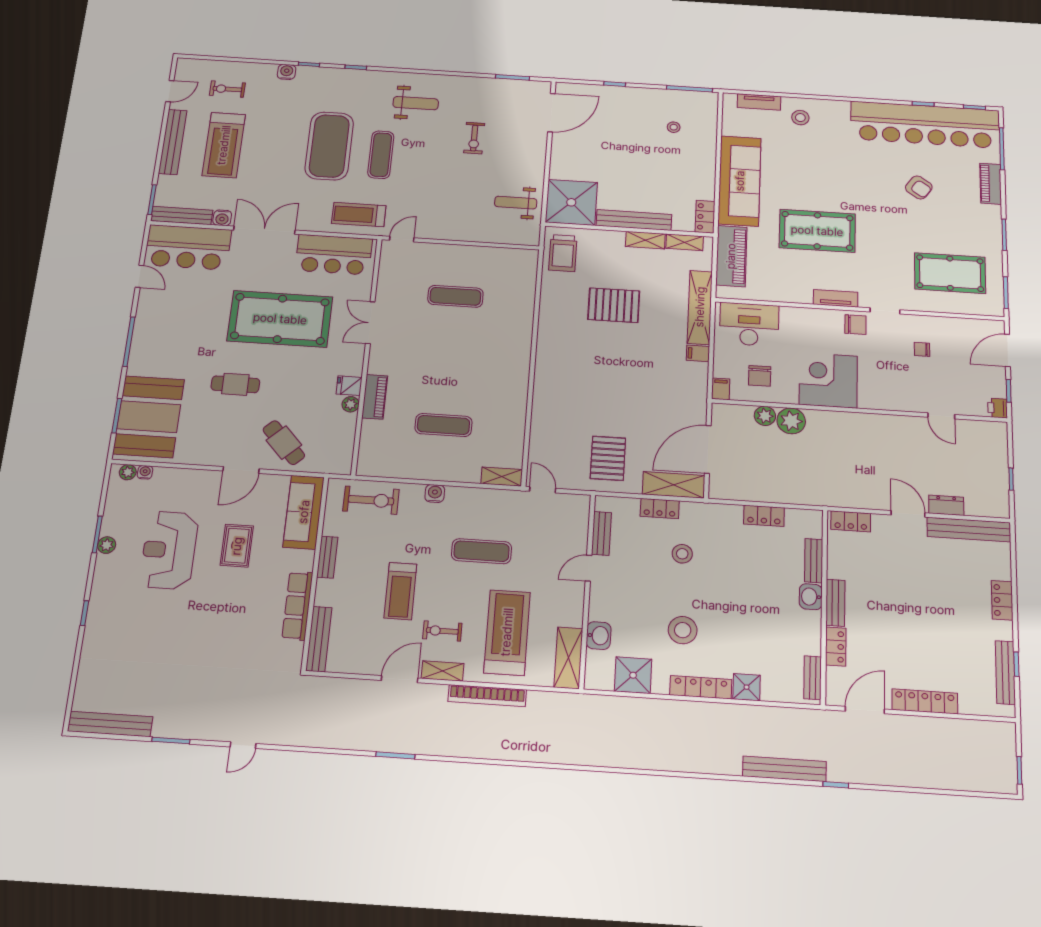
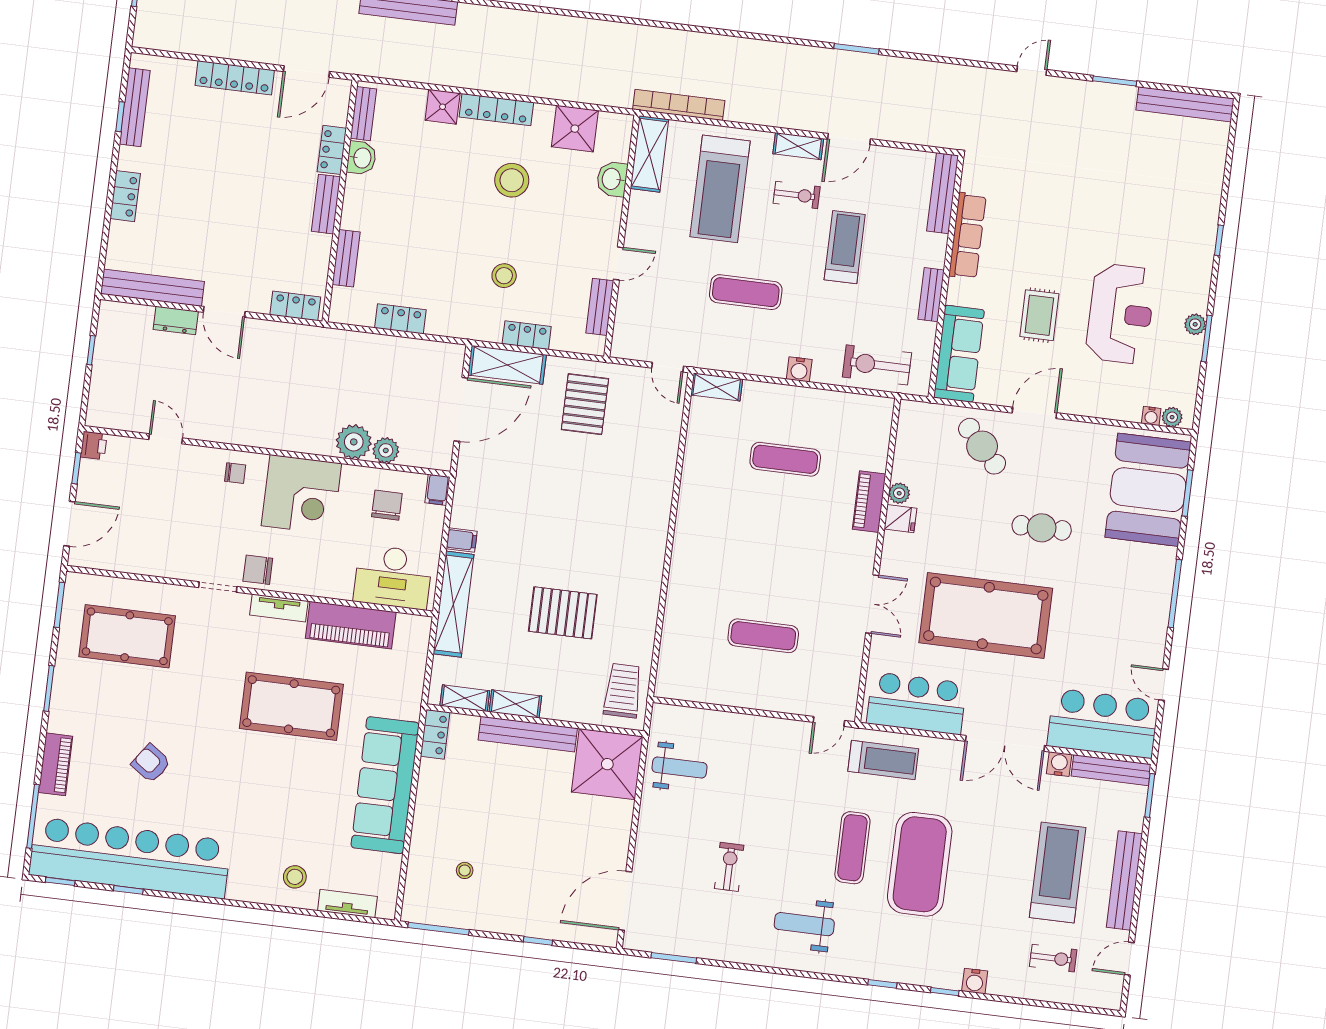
piano: (731, 256) -> (351, 625), moved, turned -90
chair: (922, 349) -> (235, 473), moved
washbasin: (811, 597) -> (362, 158), moved
bookcase: (487, 696) -> (679, 105), moved

